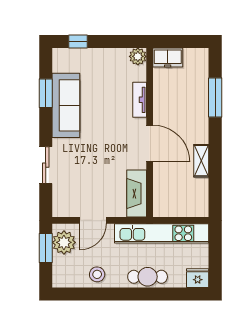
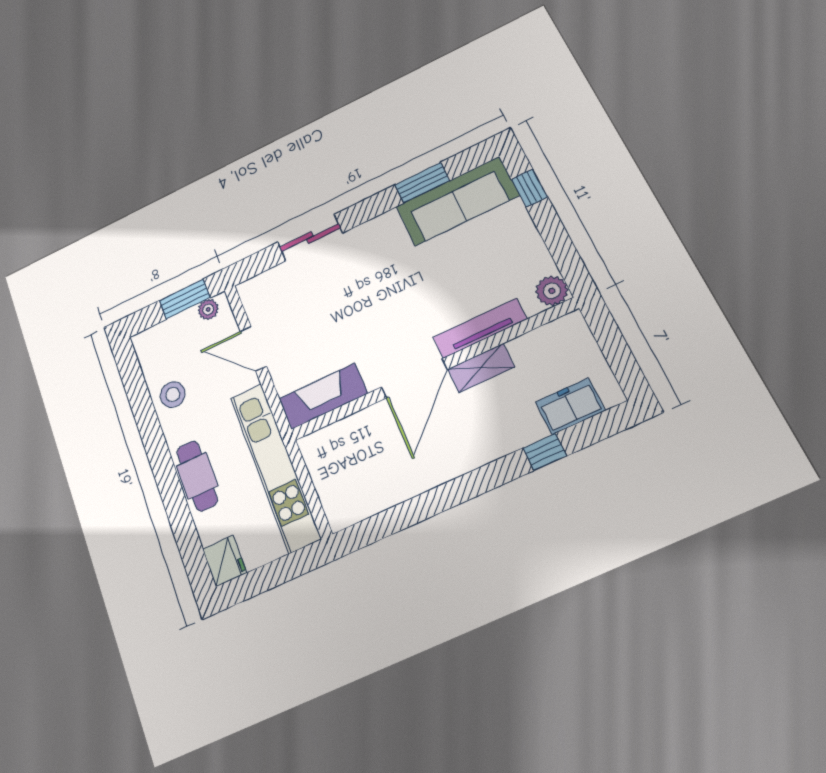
freezer: (168, 58) -> (570, 406), moved, turned 90
window: (215, 98) -> (545, 452), width x0.46
tv unit: (140, 100) -> (480, 328), width x1.41
sofa: (66, 105) -> (457, 201), moved
shelving: (201, 161) -> (481, 368), moved
plant: (64, 242) -> (208, 309), width x0.53, depth x0.53

